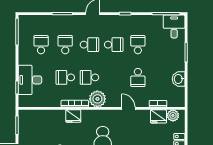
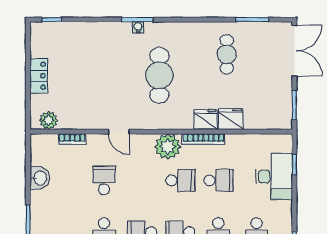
fridge: (158, 116) -> (231, 119), moved

